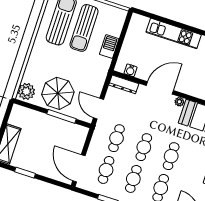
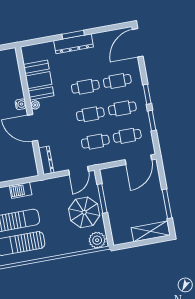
water cooler: (130, 70) -> (21, 104), moved
window: (25, 173) -> (167, 204), width x1.44

